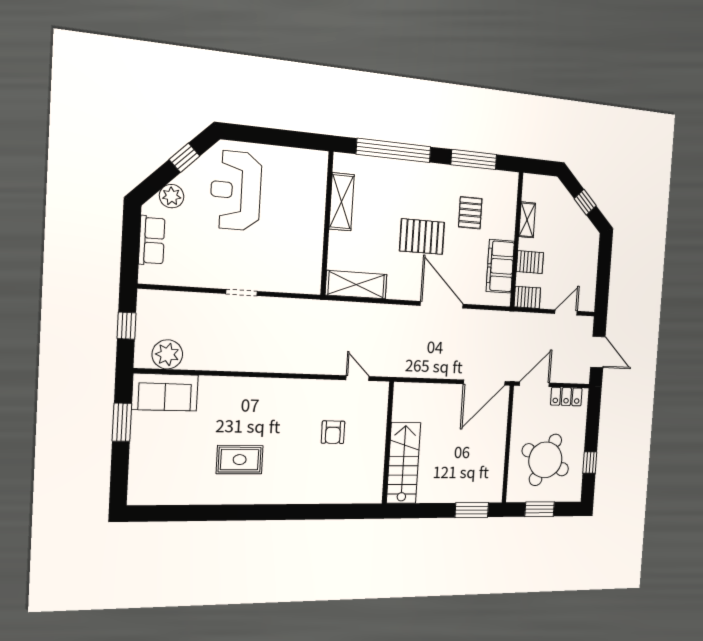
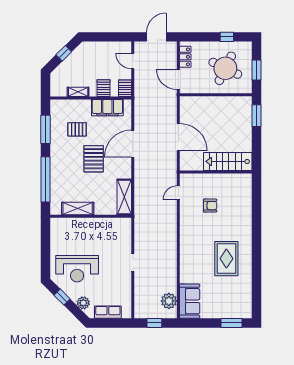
door: (484, 383) -> (178, 137), moved
window: (122, 422) -> (231, 323), moved
rug: (240, 460) -> (226, 259), width x1.36, depth x1.43

